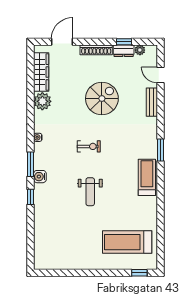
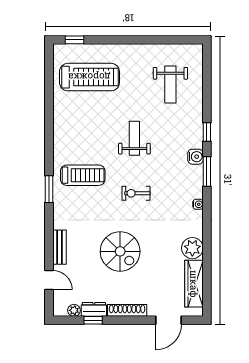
spiral stairs: (102, 99) -> (120, 251), turned -90
treadmill: (147, 177) -> (83, 175), moved, turned -90
weight bench: (60, 236) -> (170, 85), added

